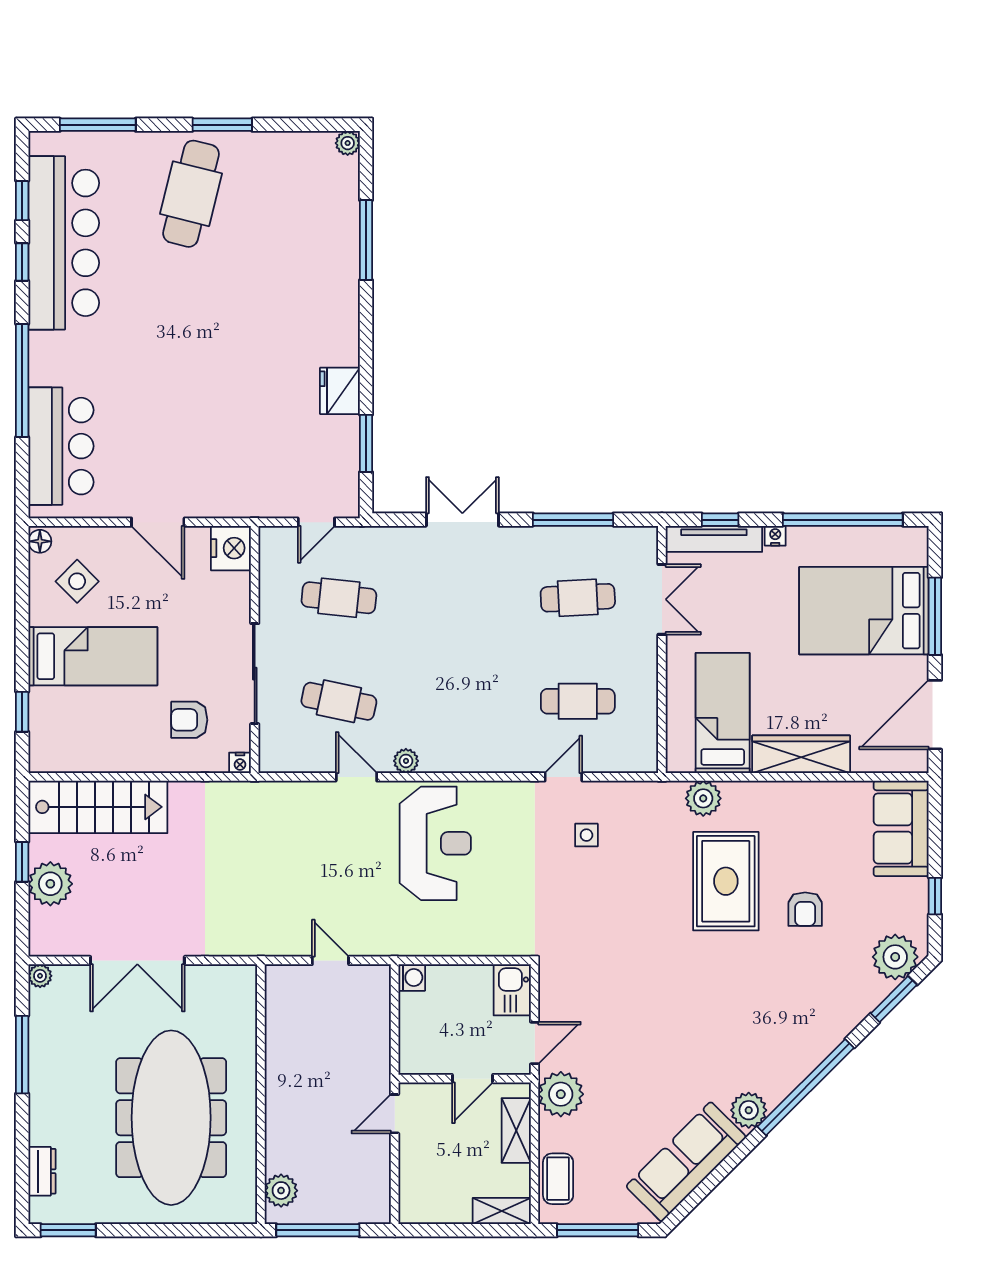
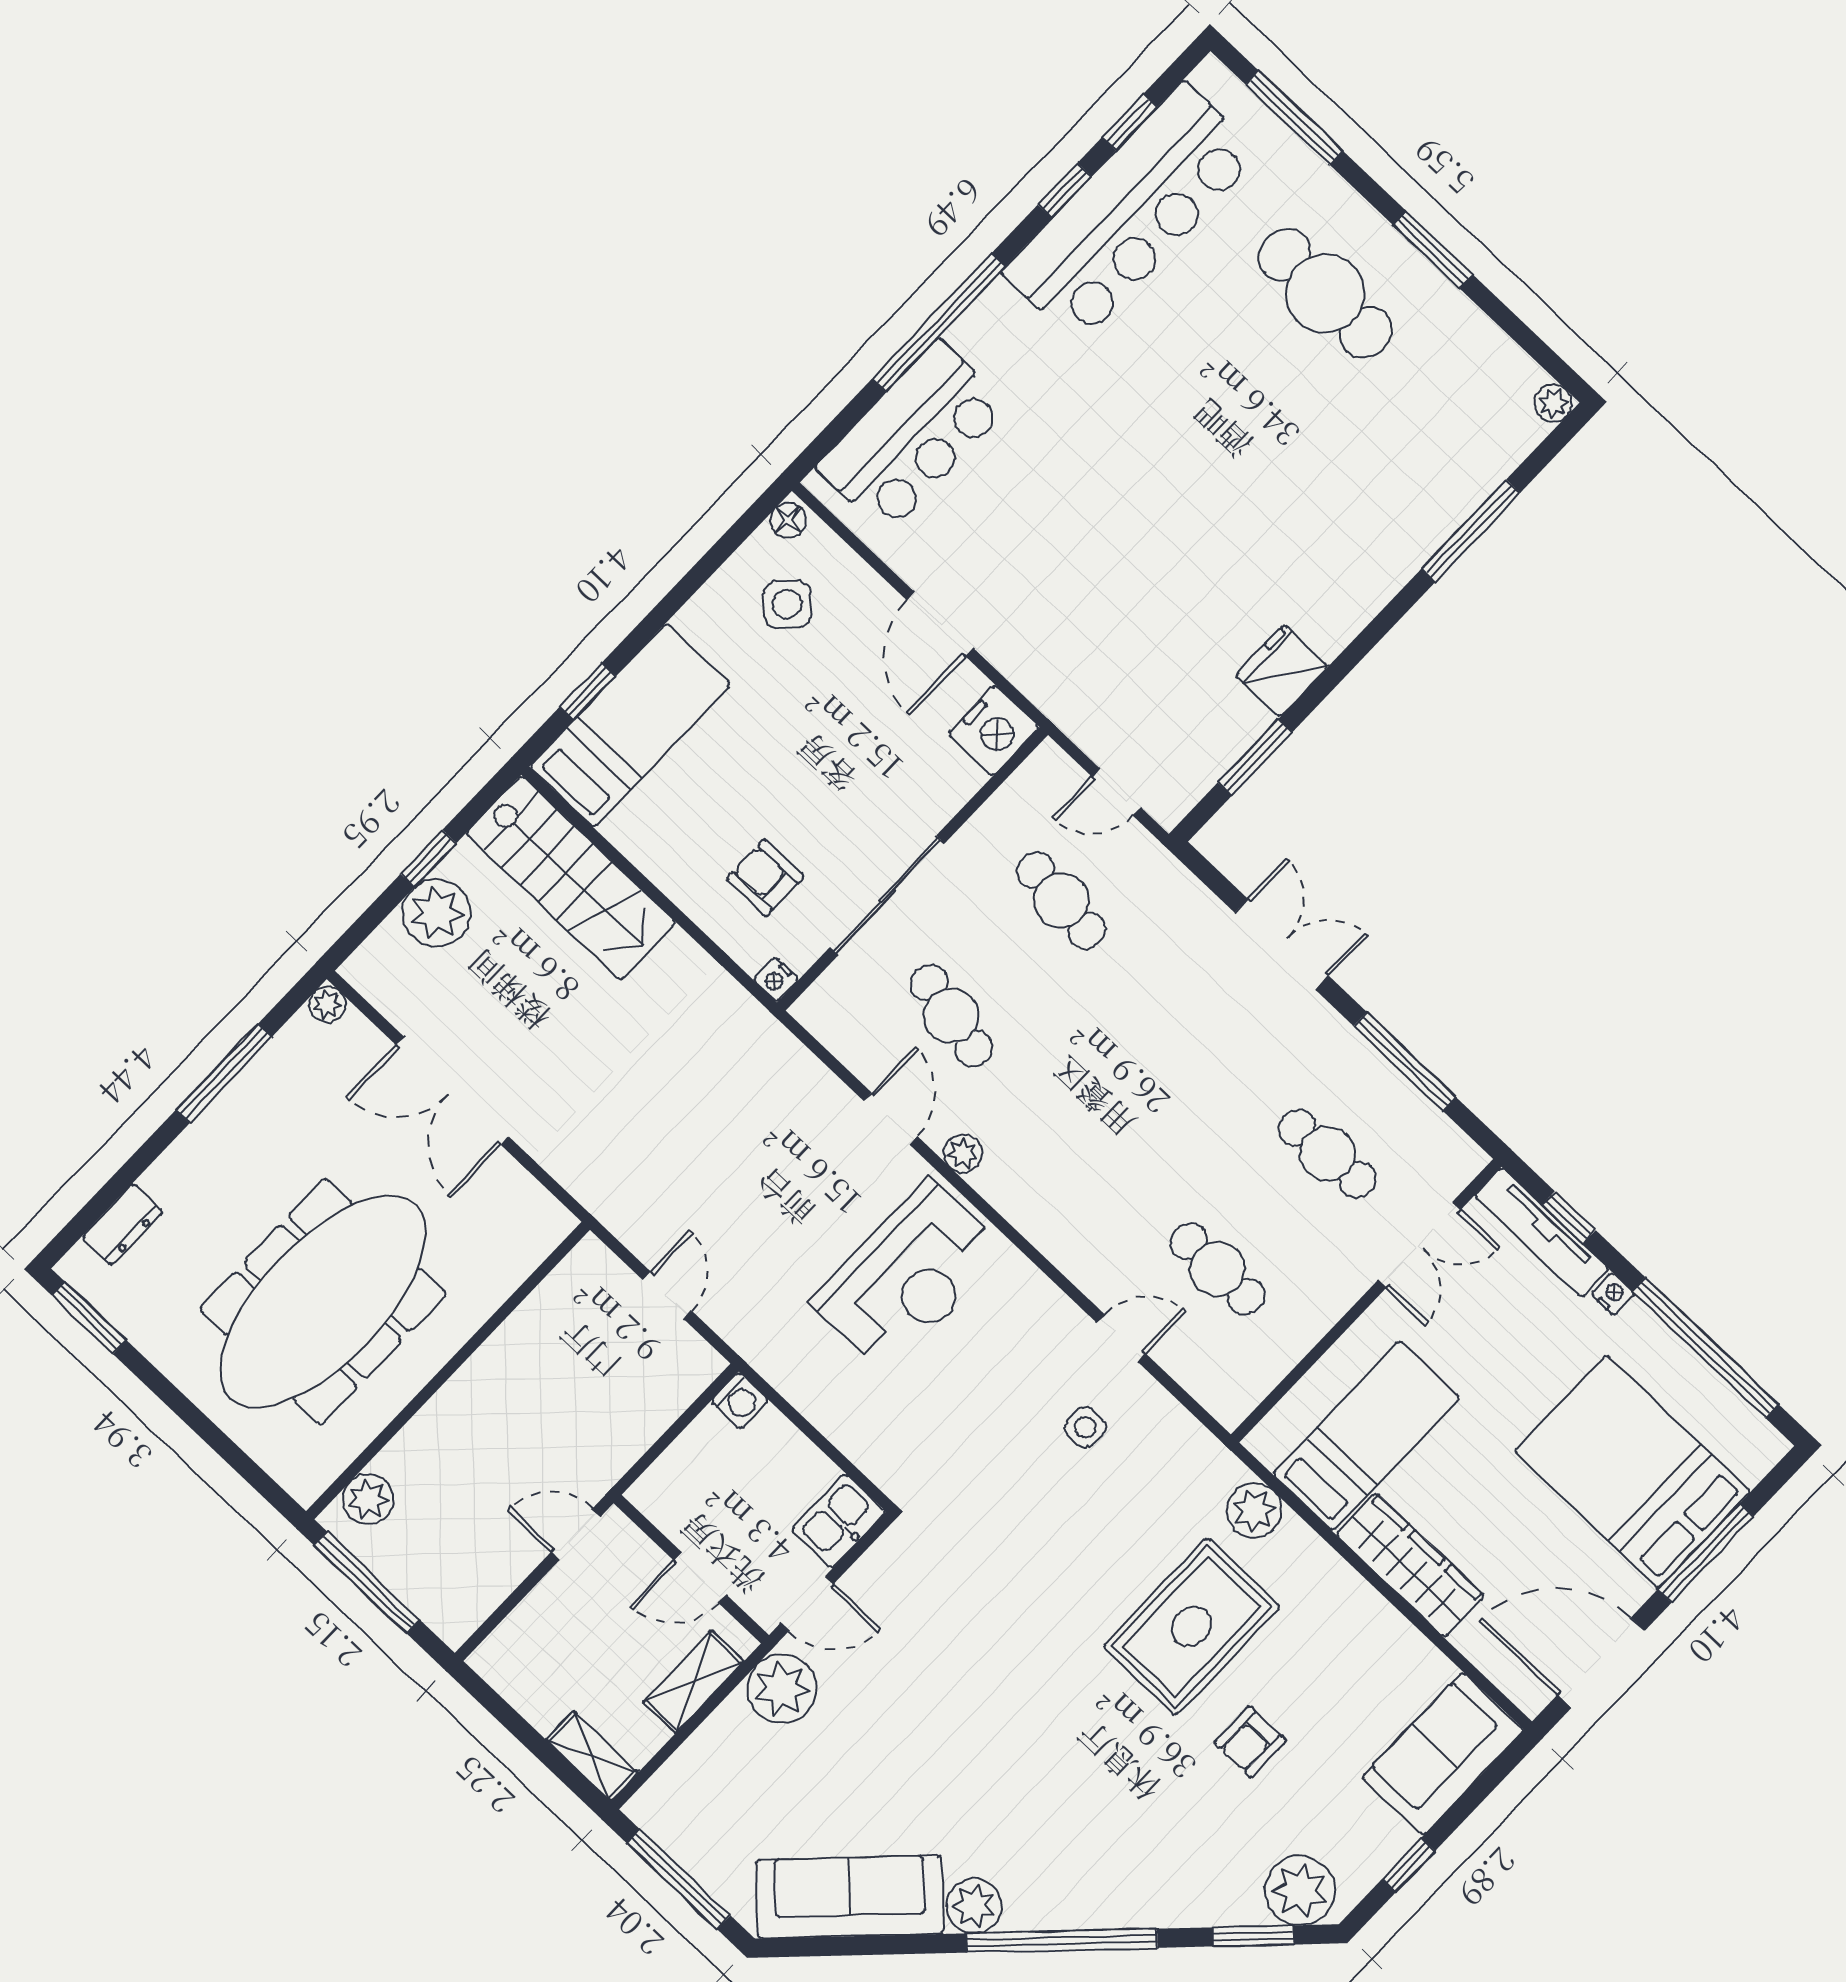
cafe table: (191, 194) -> (1325, 293), turned 76
bed: (93, 656) -> (630, 725), moved, turned -90
coffee table: (558, 1179) -> (689, 1780), removed

